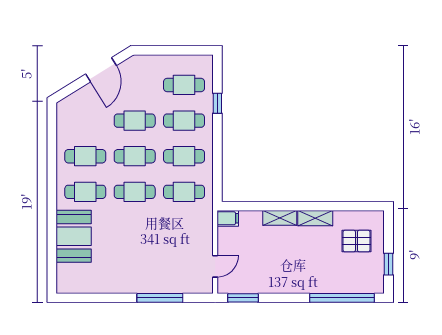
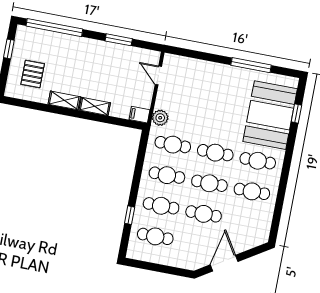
plant: (204, 219) -> (160, 118), added
booth: (74, 236) -> (270, 115), width x1.36, depth x1.42
pallet: (356, 241) -> (33, 74), turned 90
window: (52, 253) -> (296, 113), added
door: (215, 266) -> (158, 75), hinge flipped
window: (160, 298) -> (251, 65), moved
window: (243, 298) -> (119, 40), moved

